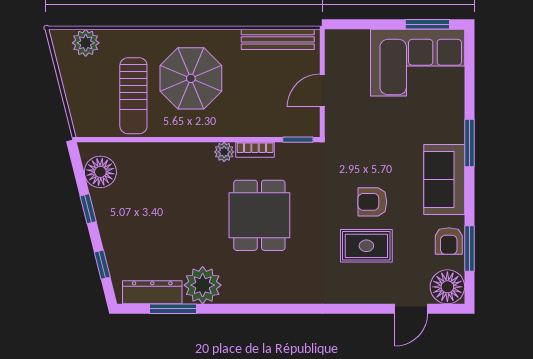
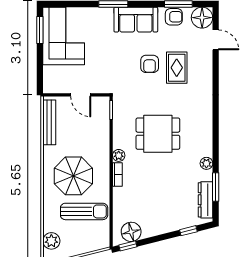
bookcase: (255, 150) -> (117, 175), moved
window: (88, 209) -> (128, 246), moved
plant: (203, 285) -> (206, 163), width x0.53, depth x0.53

